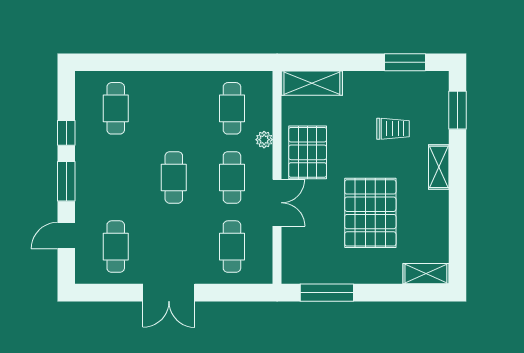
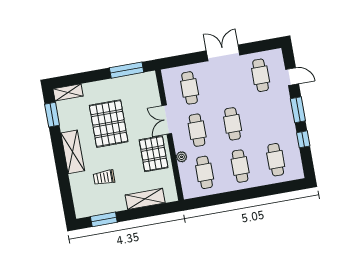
shelving: (312, 83) -> (145, 199), moved
cafe table: (174, 108) -> (240, 166), added
window: (457, 110) -> (52, 115), moved
shelving: (439, 167) -> (73, 152), width x1.50, depth x1.33
door: (66, 236) -> (292, 77), hinge flipped

